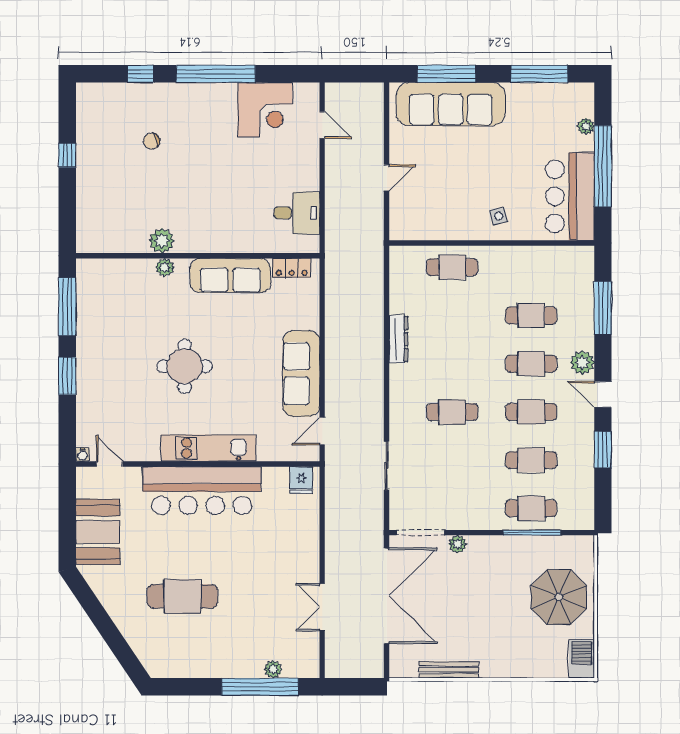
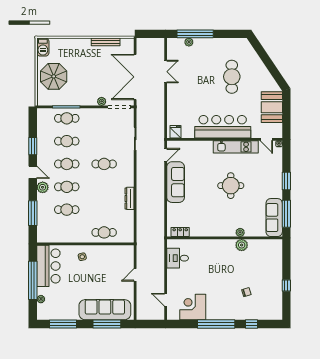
sofa: (230, 276) -> (274, 218), moved, turned -90
kitchen unit: (208, 448) -> (236, 147), moved
cafe table: (182, 596) -> (232, 77), turned 90

